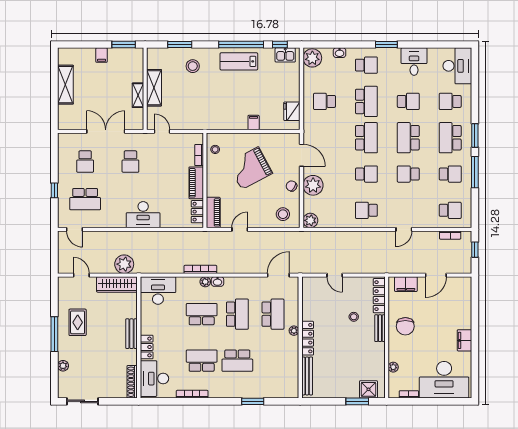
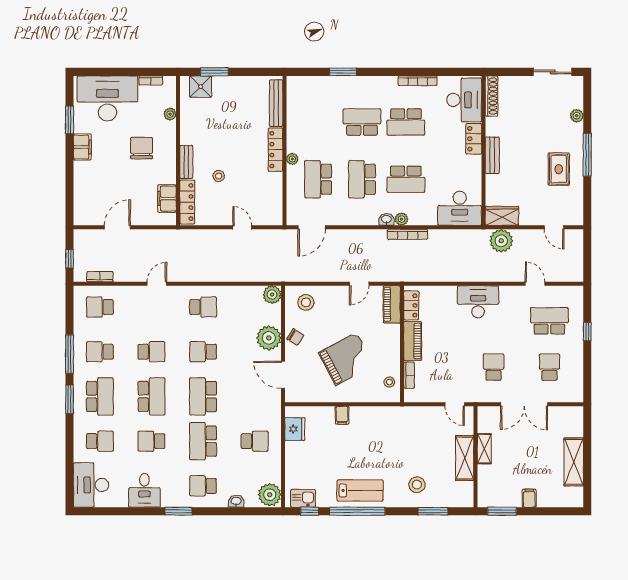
door: (75, 229) -> (535, 284), moved
wardrobe: (117, 284) -> (502, 216), width x0.67
filing cabinet: (406, 284) -> (167, 199), moved, turned -90
chair: (405, 326) -> (142, 148), moved
window: (475, 362) -> (70, 120), added

